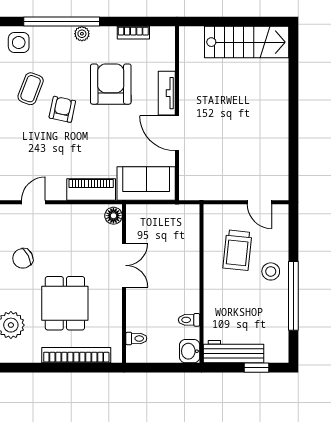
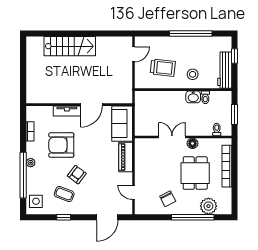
stairs: (247, 42) -> (70, 46), moved, turned 90
armchair: (62, 109) -> (77, 175), turned 115
floor lamp: (113, 216) -> (193, 143), moved
stool: (271, 271) -> (193, 74), moved
dining table: (65, 303) -> (195, 173), turned 90
washbasin: (190, 351) -> (193, 97), moved
window: (161, 368) -> (235, 115), added

